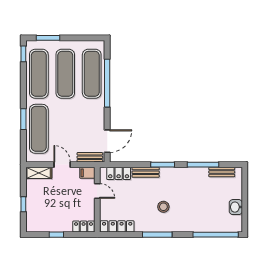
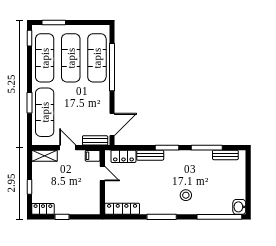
stool: (163, 207) -> (186, 195), moved
washbasin: (236, 207) -> (239, 207), moved
locker: (84, 227) -> (43, 209), moved

